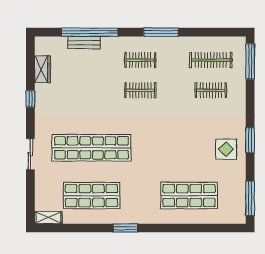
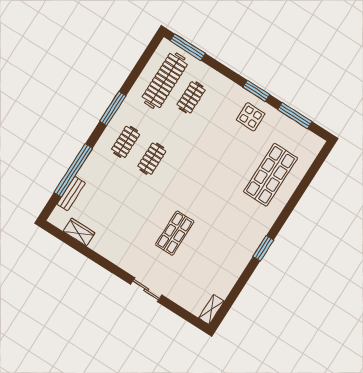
bench: (84, 43) -> (71, 194), moved
clothes rail: (211, 60) -> (165, 81), width x1.37, depth x1.31
window: (30, 99) -> (98, 259), removed
shop shelf: (91, 148) -> (175, 233), width x0.50, depth x0.74
shop shelf: (91, 196) -> (216, 260), removed
window: (250, 198) -> (295, 116), moved

